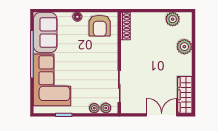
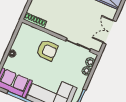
armchair: (100, 26) -> (47, 50), moved
double door: (162, 115) -> (109, 32), moved

